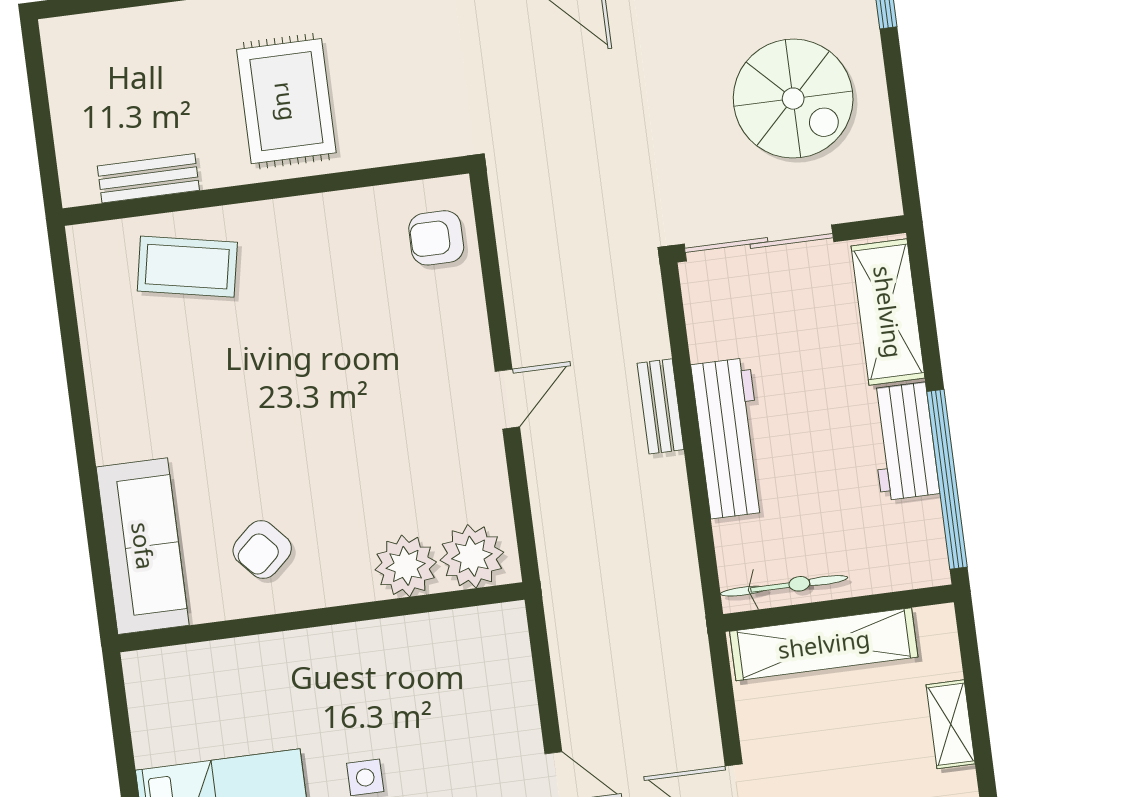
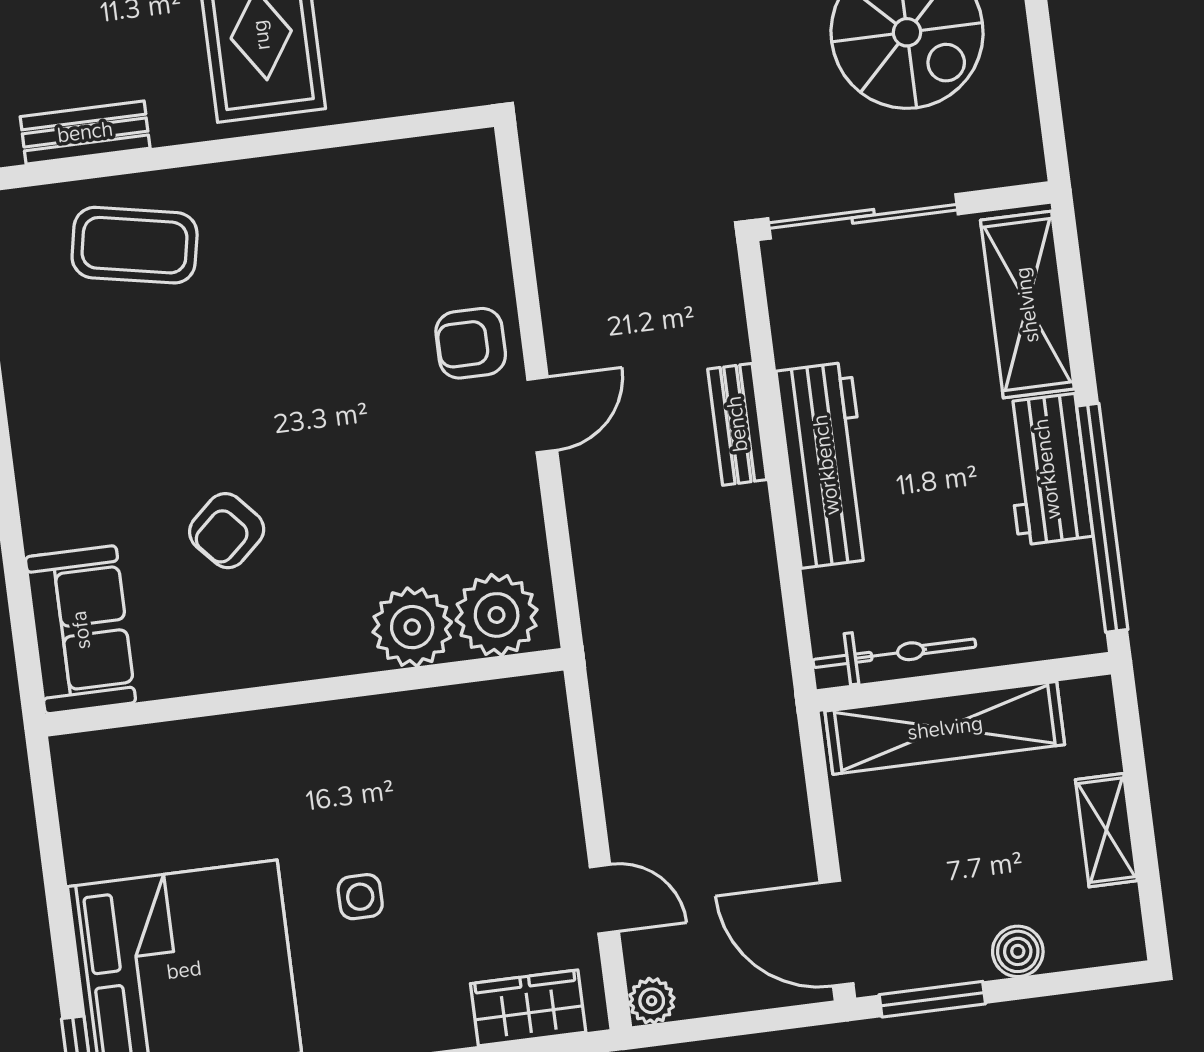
armchair: (436, 238) -> (471, 343), moved
sofa: (143, 546) -> (81, 630), width x0.73
armchair: (262, 549) -> (227, 531), moved

